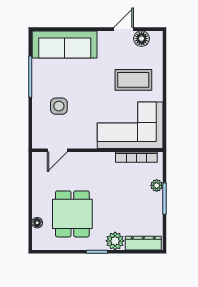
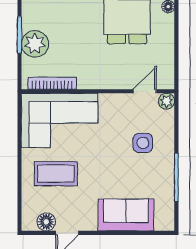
sofa: (65, 44) -> (126, 215), width x0.73
plant: (39, 142) -> (166, 101), added
plant: (157, 185) -> (35, 44), width x1.88, depth x1.88

